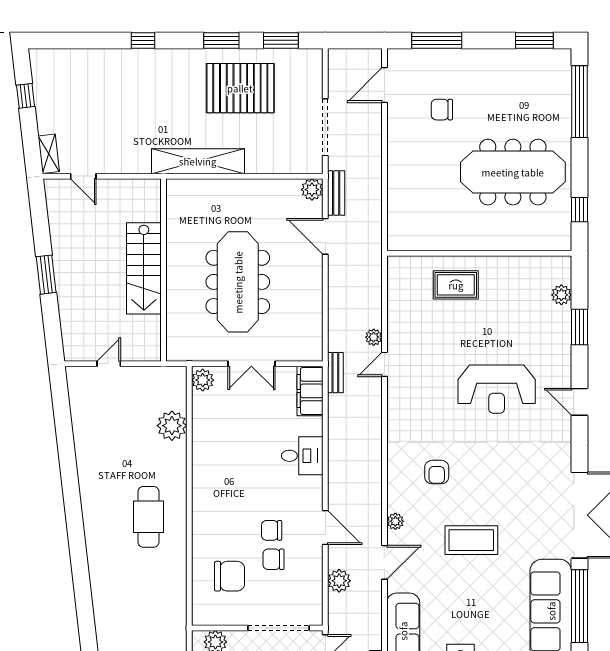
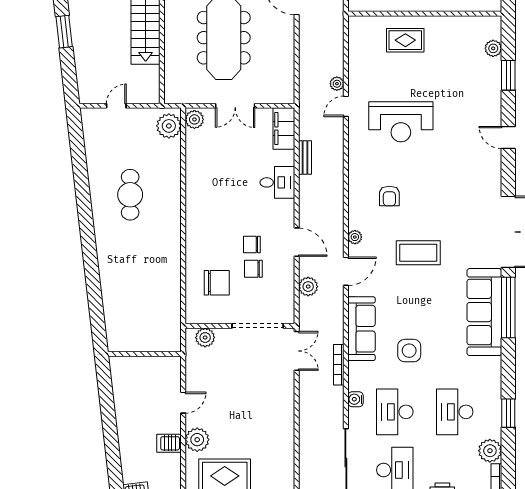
bench: (335, 373) -> (305, 157), moved
reception desk: (497, 389) -> (401, 122), moved
plant: (172, 426) -> (169, 126), moved
cafe table: (148, 517) -> (130, 195), moved

